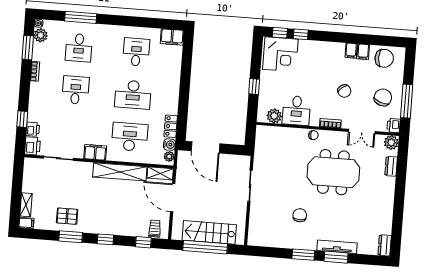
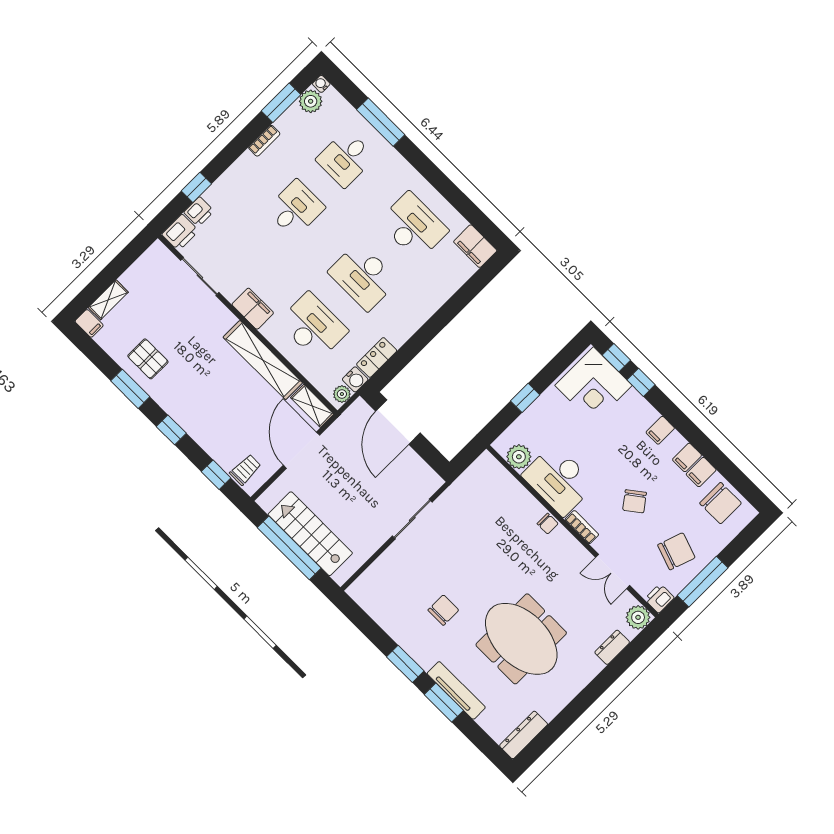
filing cabinet: (328, 49) -> (660, 430), added
desk: (136, 52) -> (413, 226), width x1.37
desk: (296, 111) -> (559, 480), width x1.37
meeting table: (333, 172) -> (521, 639), moved
dresser: (385, 245) -> (524, 735), width x1.44

